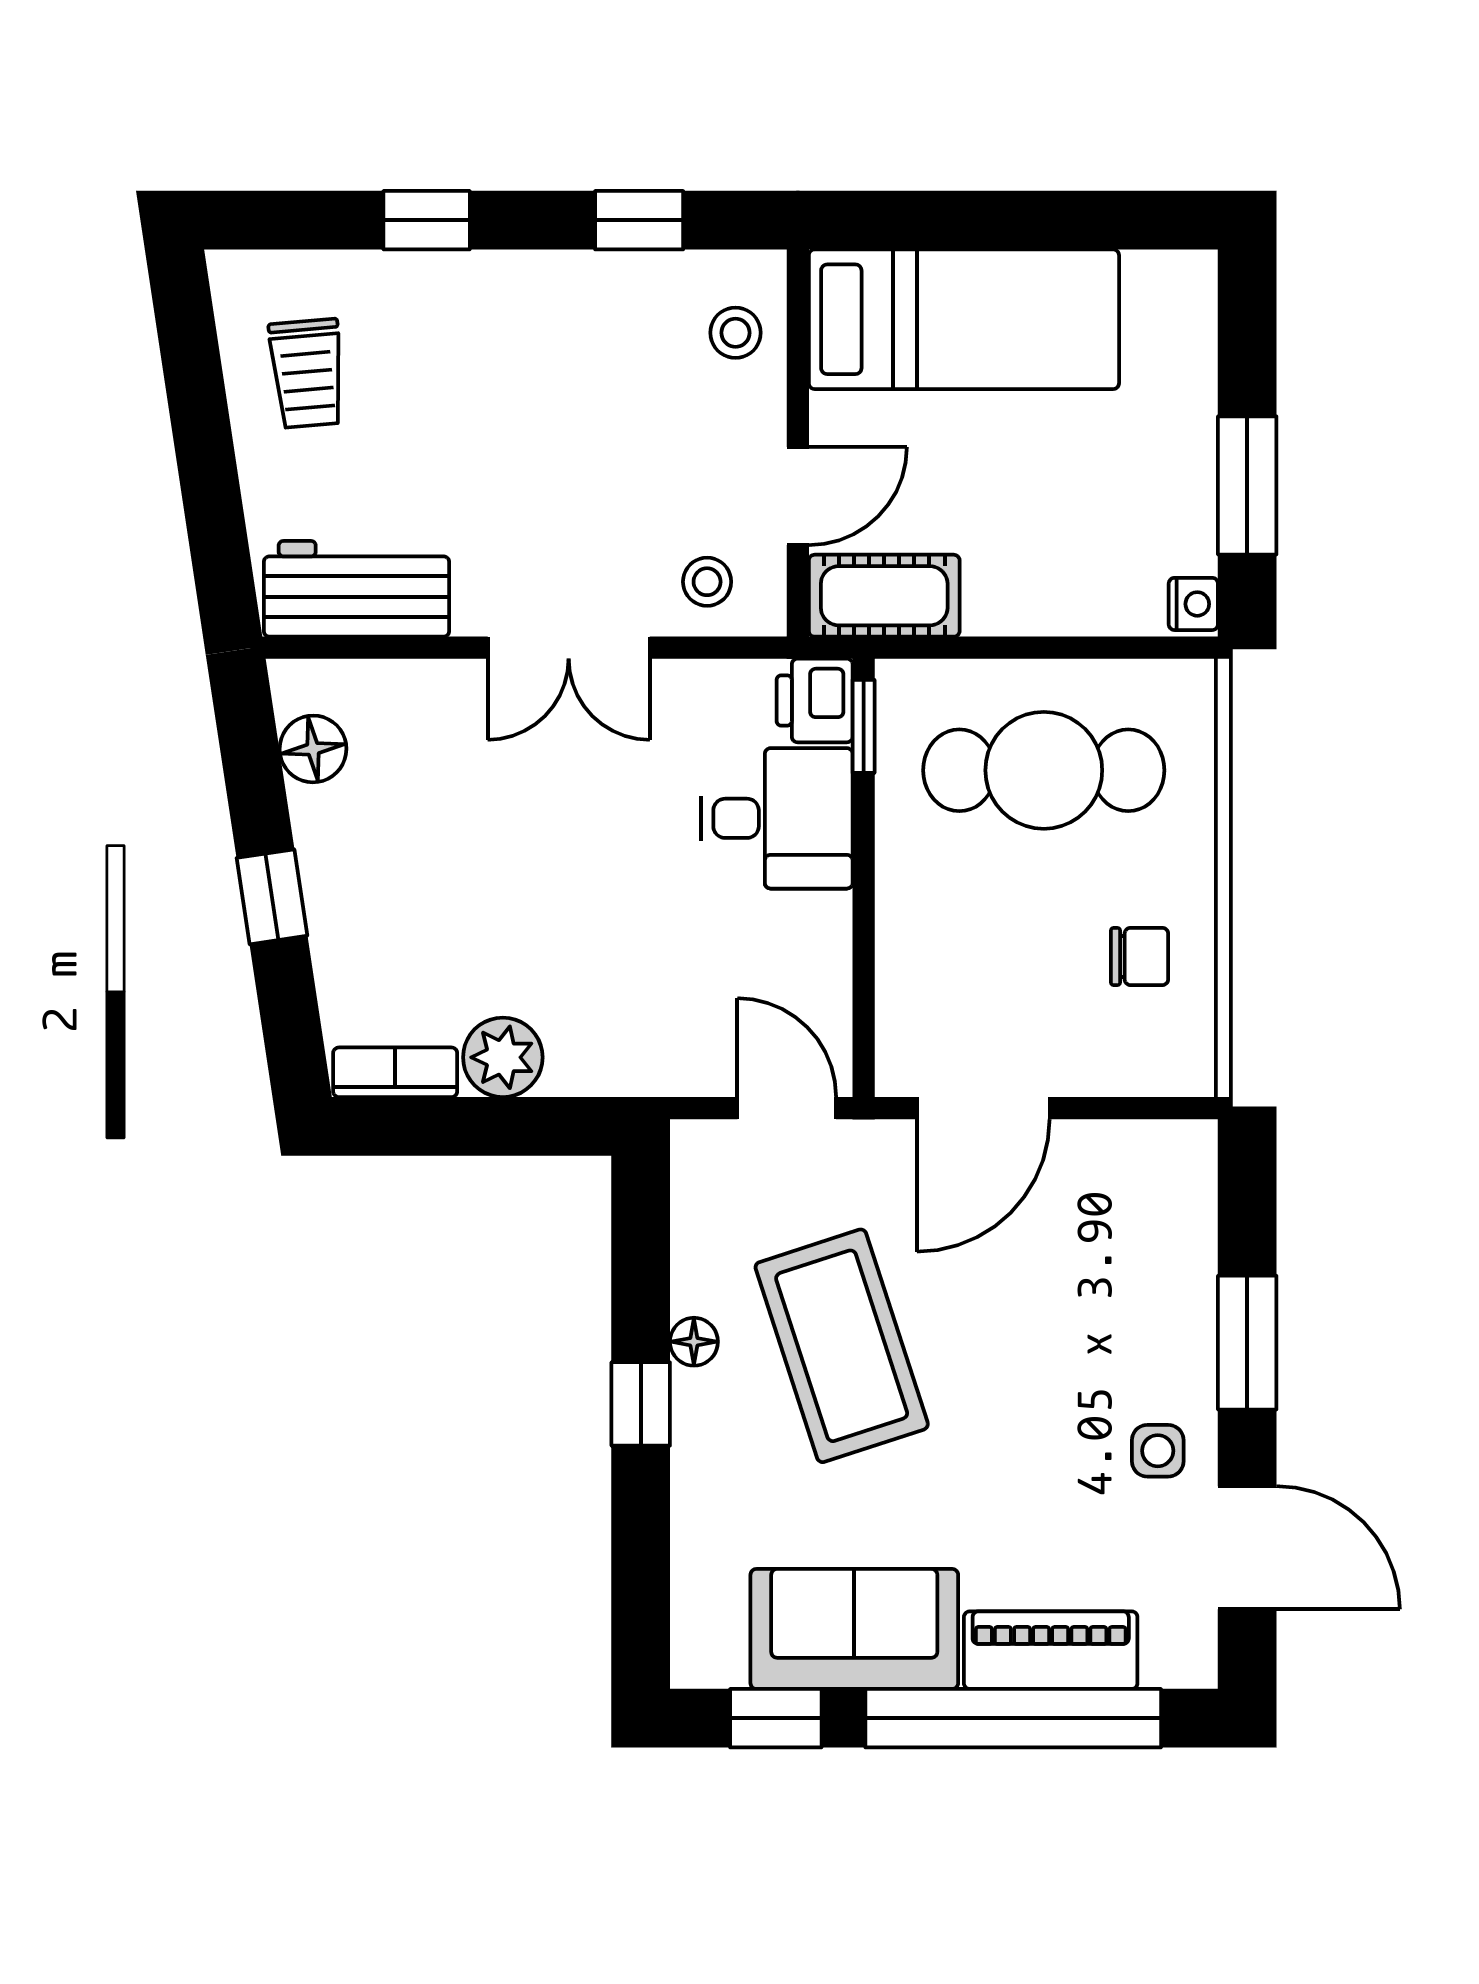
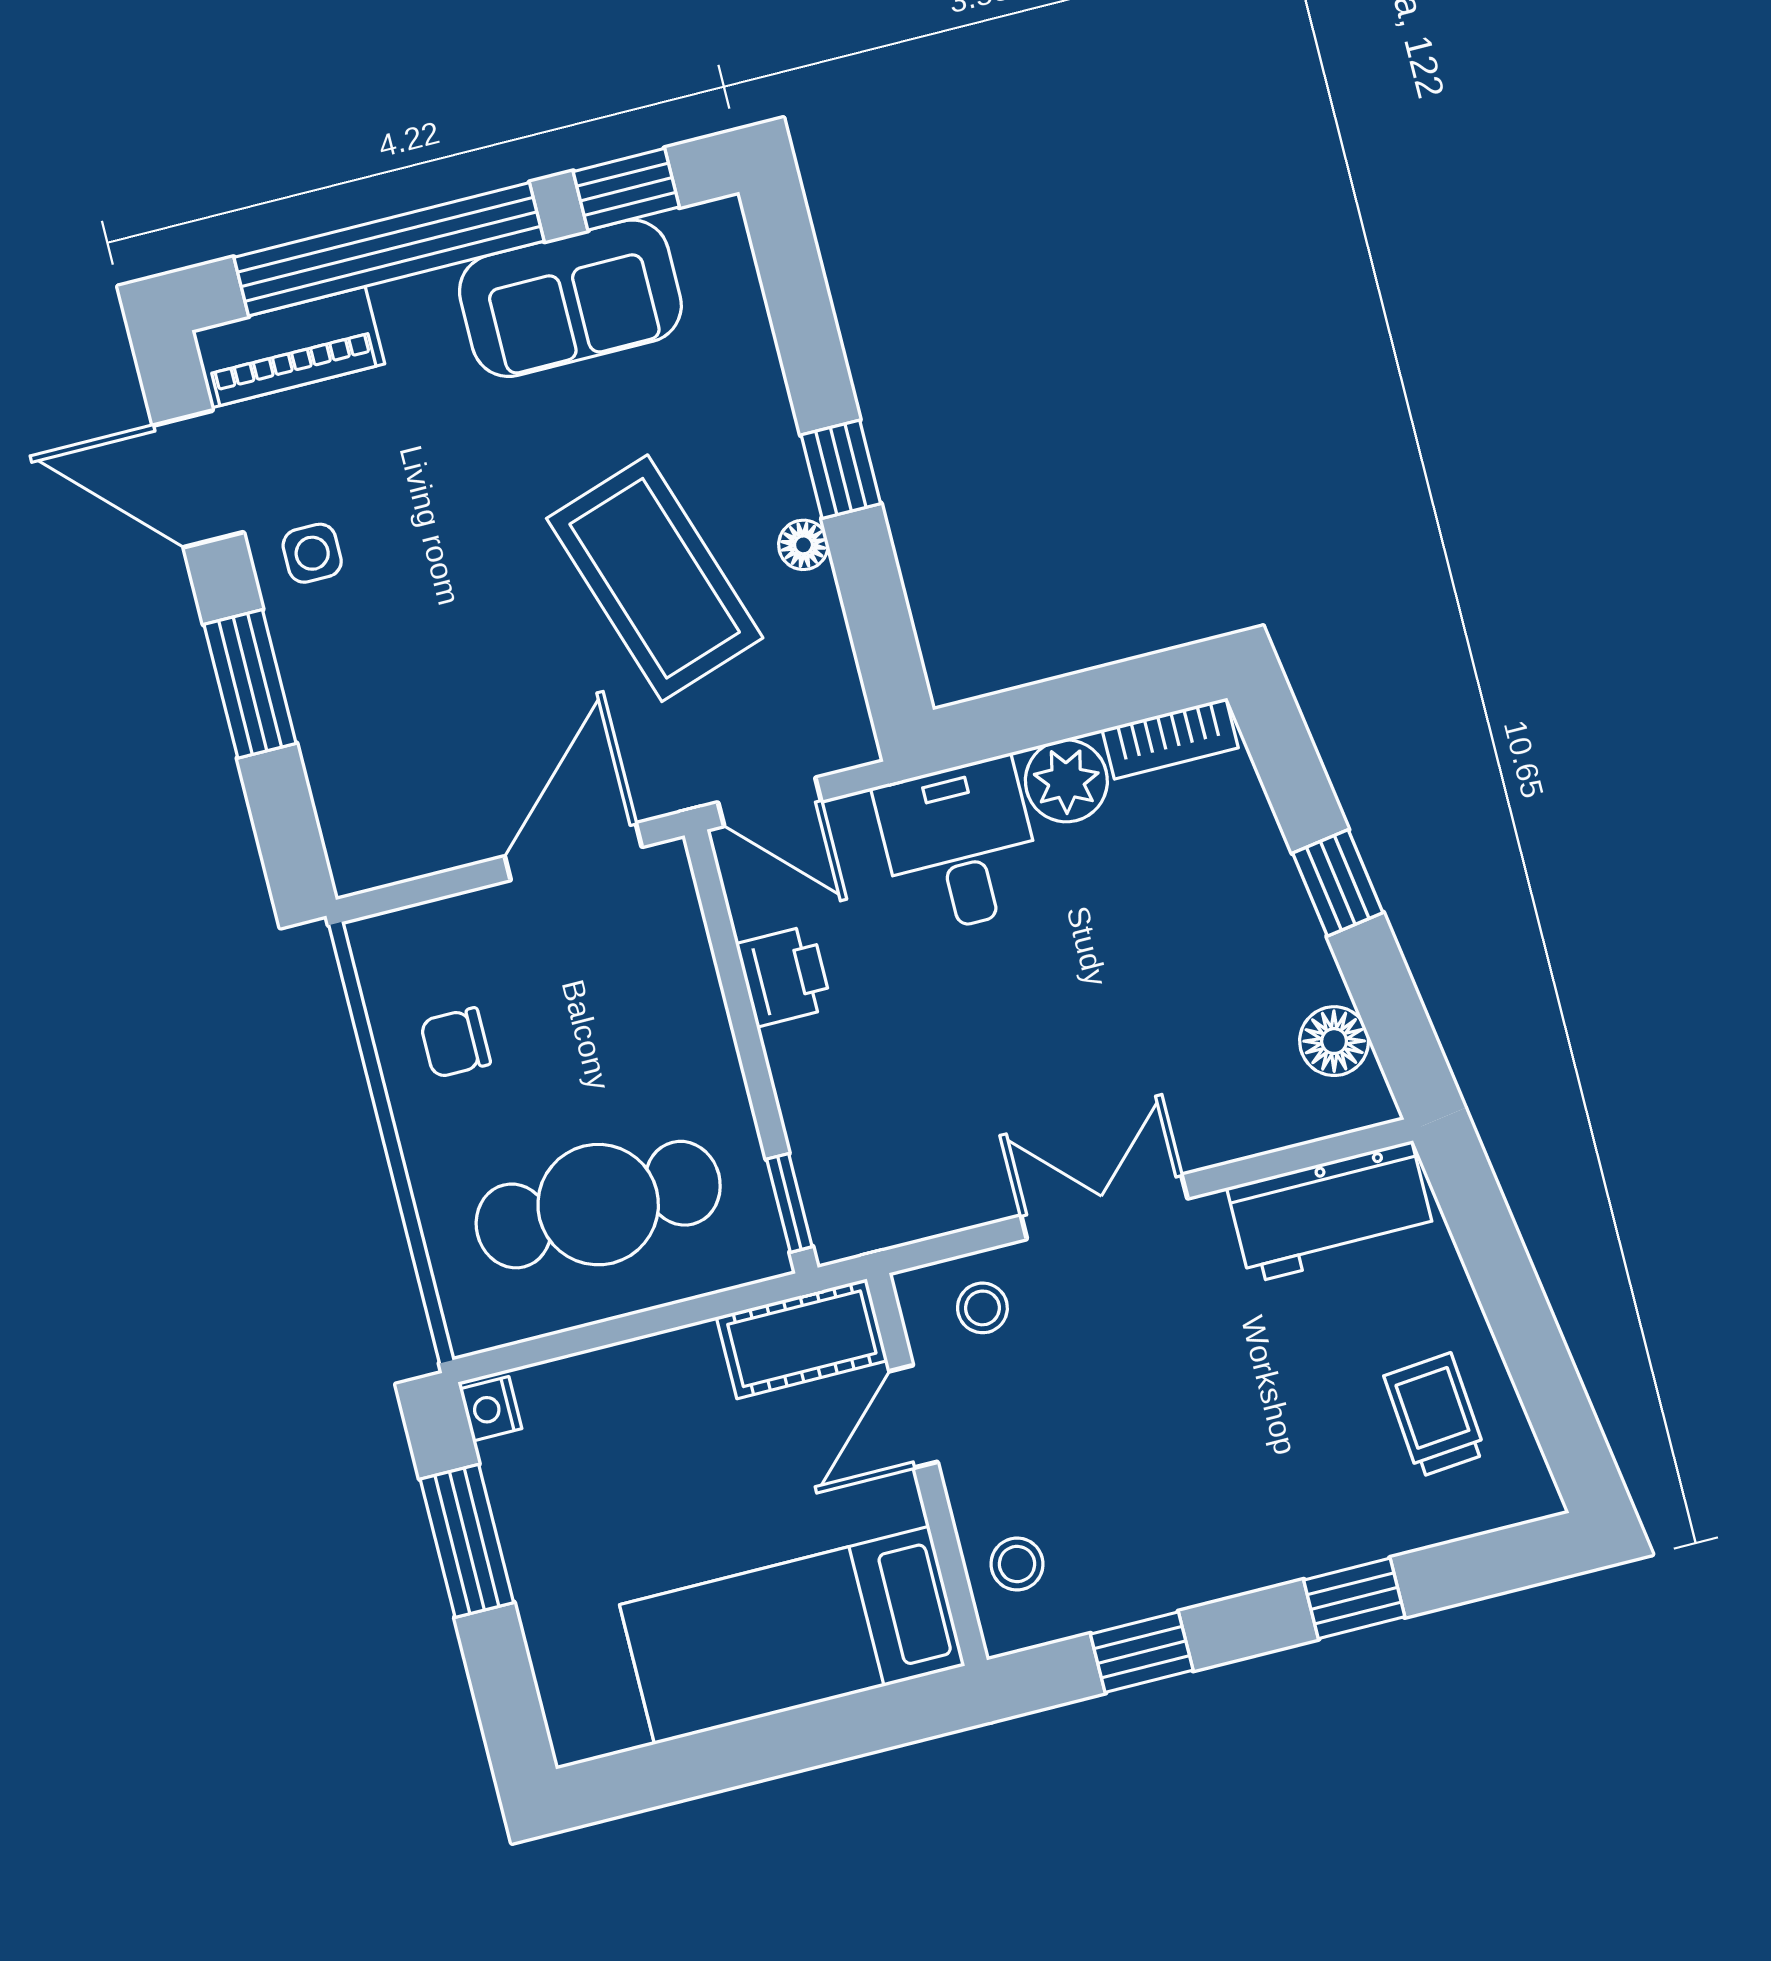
printer: (815, 700) -> (784, 976), moved
desk: (777, 818) -> (960, 846), moved, turned 90
piano: (1051, 1650) -> (288, 347), moved

